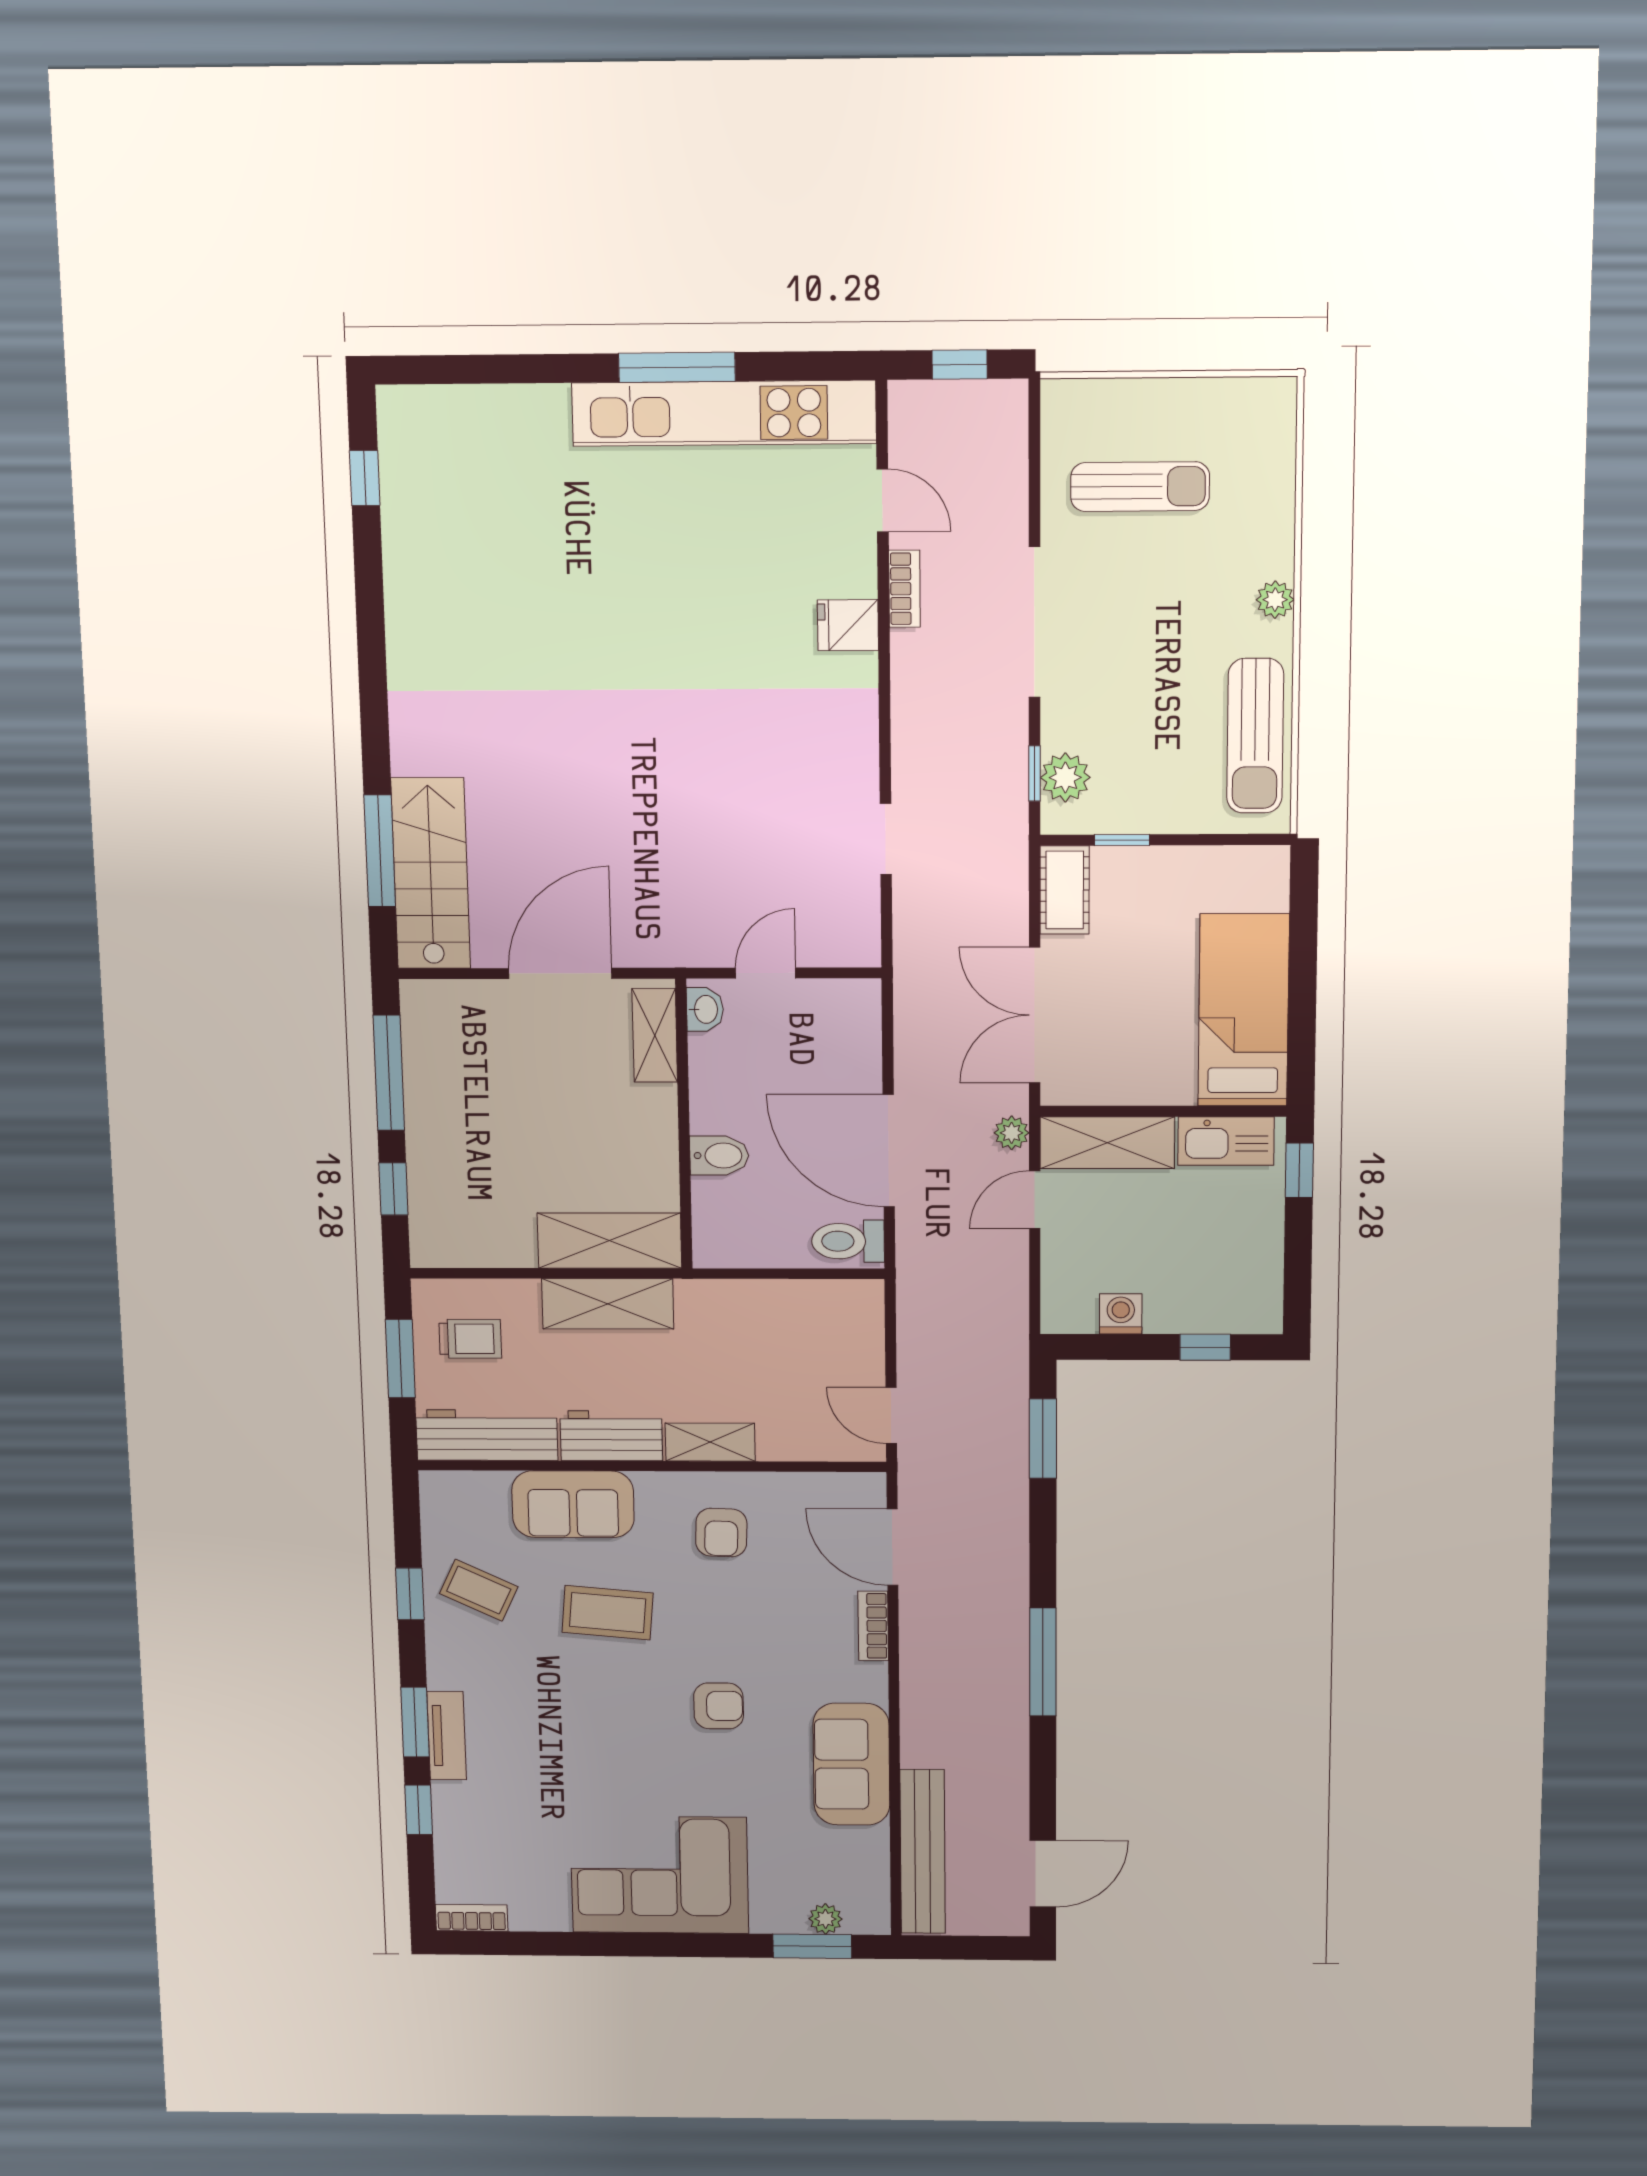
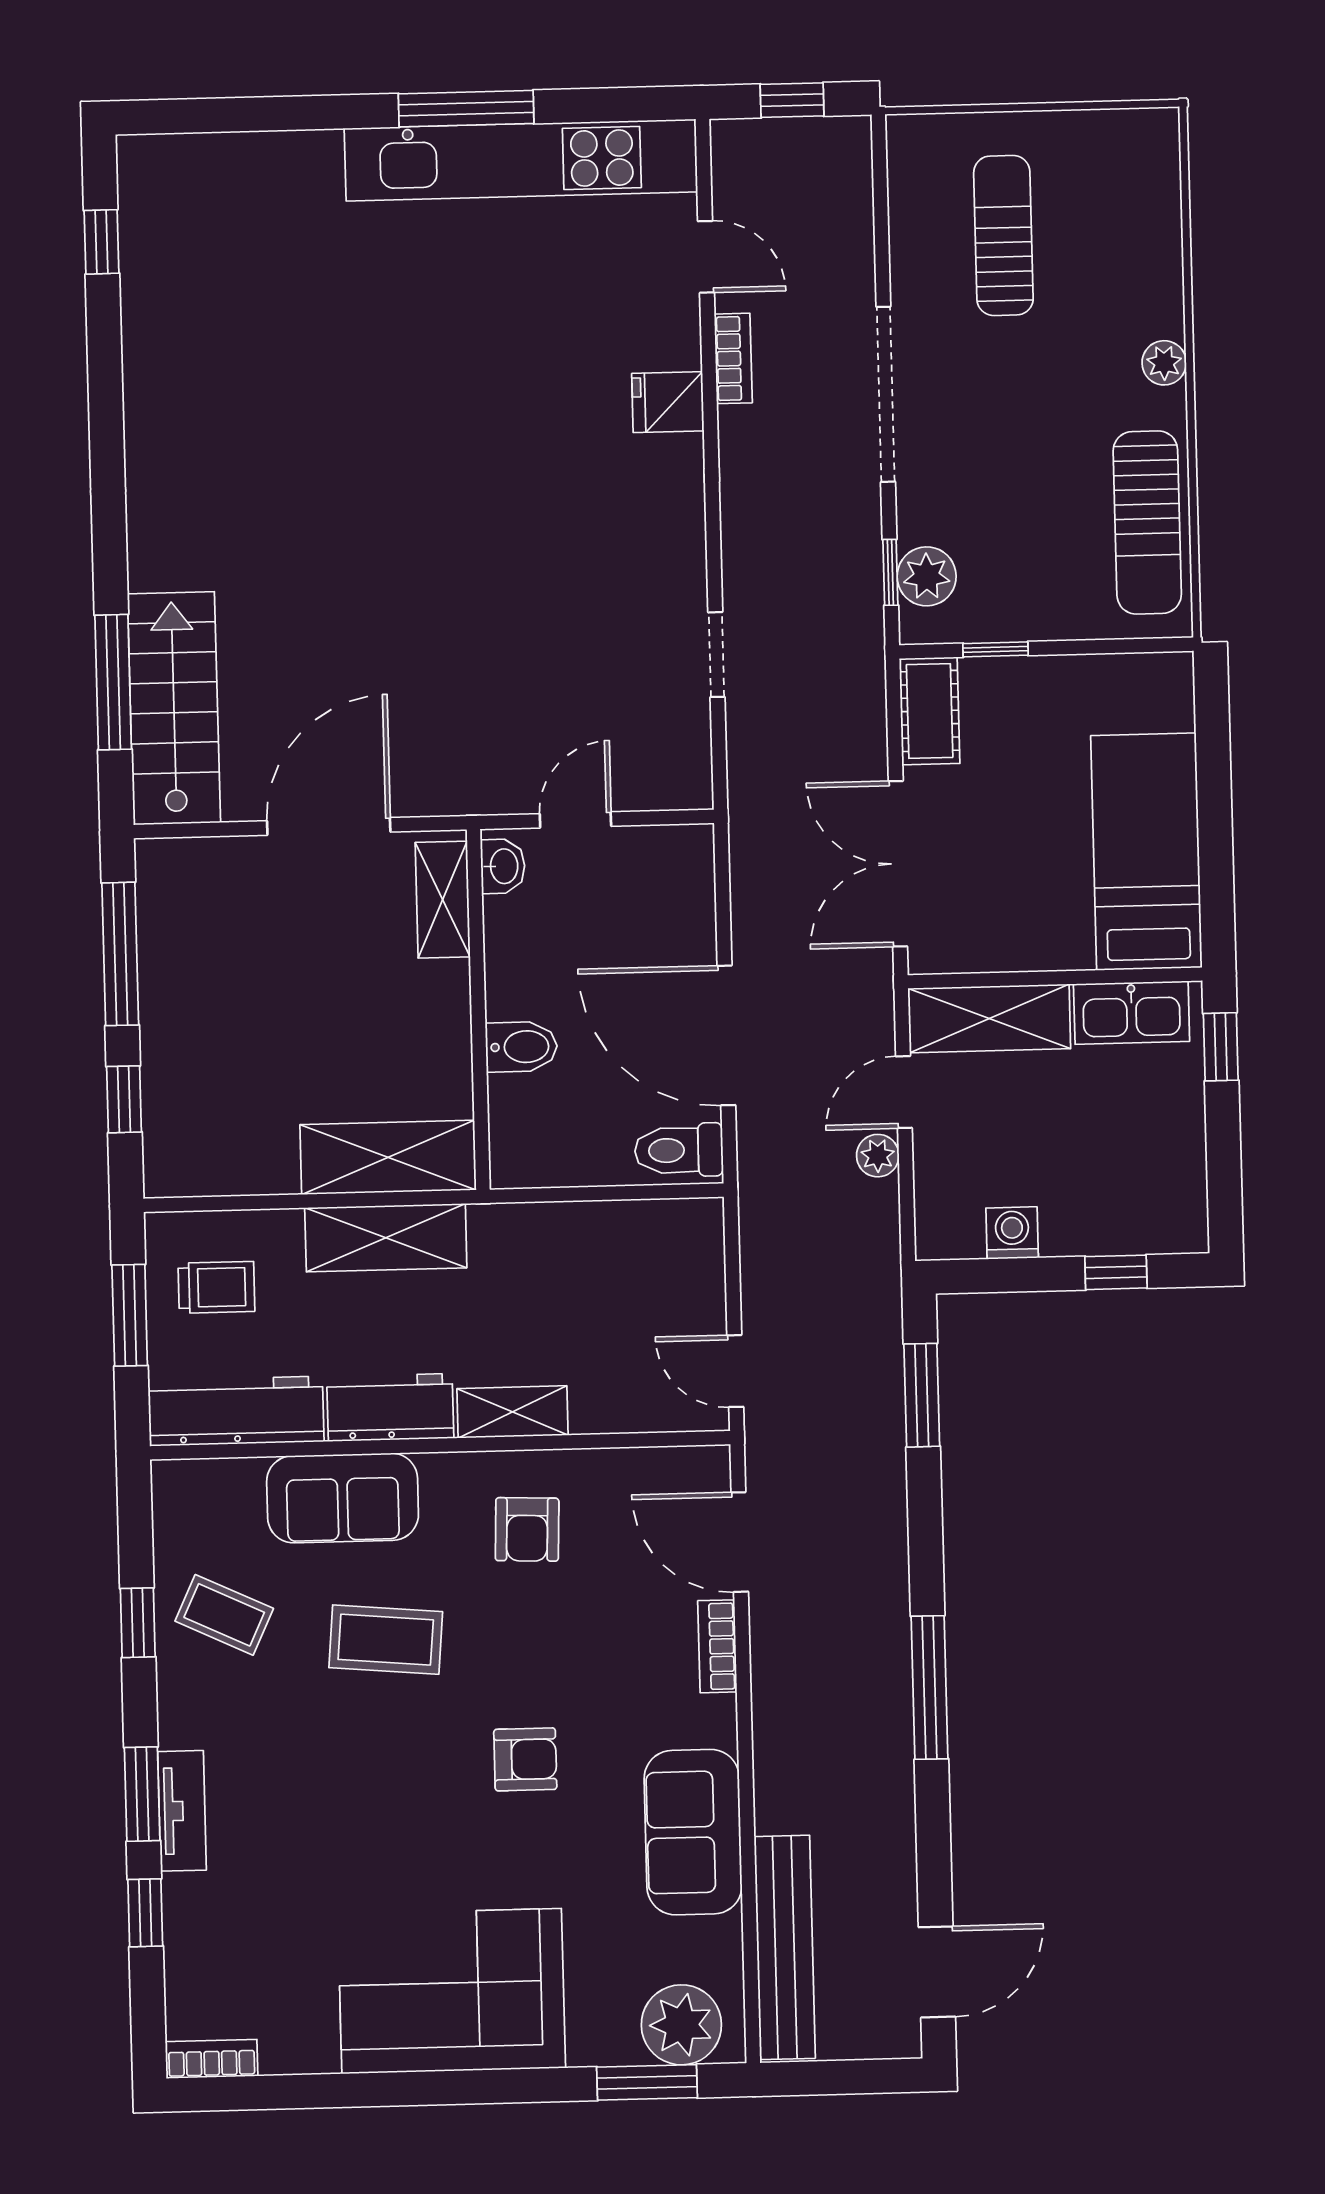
sun lounger: (1140, 487) -> (1003, 235), turned -90
plant: (1012, 1133) -> (878, 1156), moved
plant: (825, 1919) -> (681, 2025), width x1.88, depth x1.88

